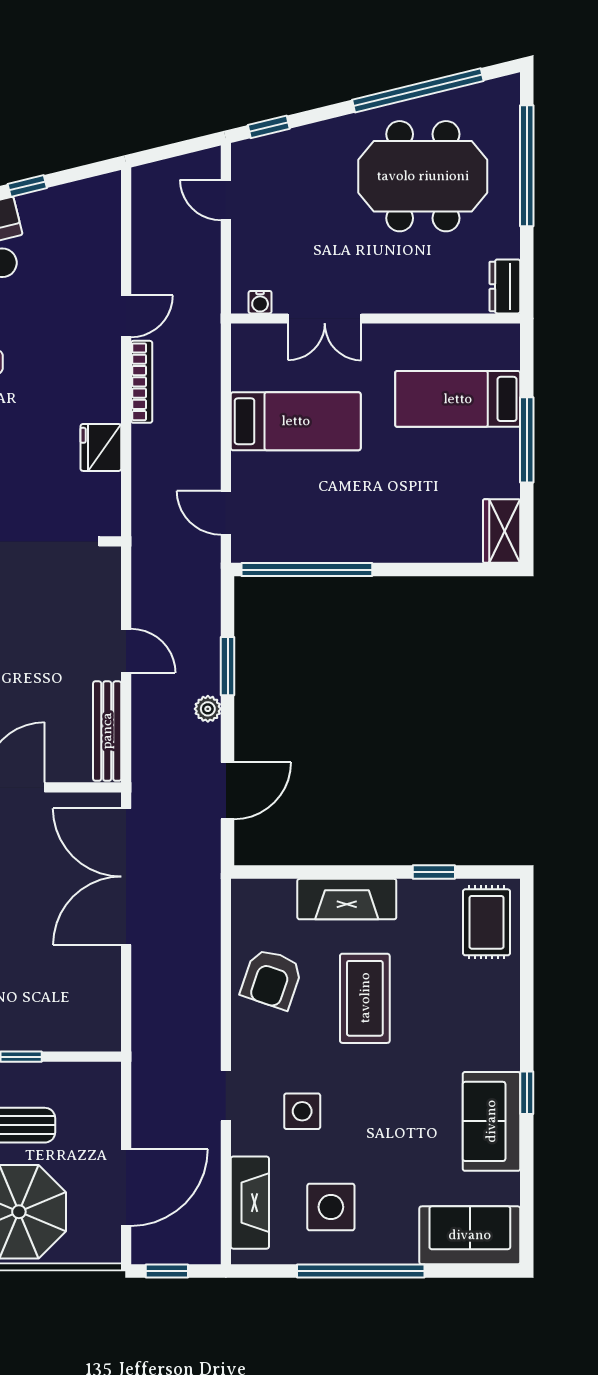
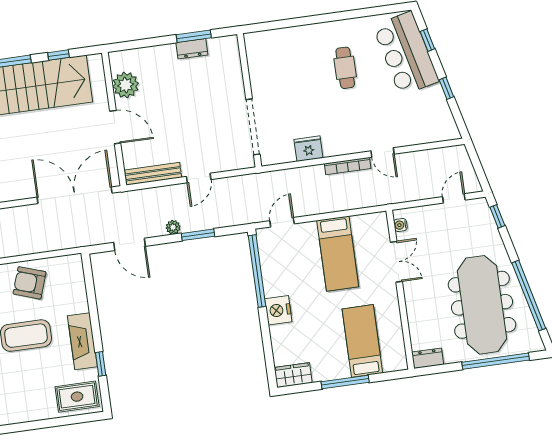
meeting table: (423, 176) -> (482, 305), width x1.36
double door: (325, 319) -> (396, 262), swing flipped
nightstand: (382, 541) -> (278, 310), added
fireplace: (347, 899) -> (82, 341), moved

